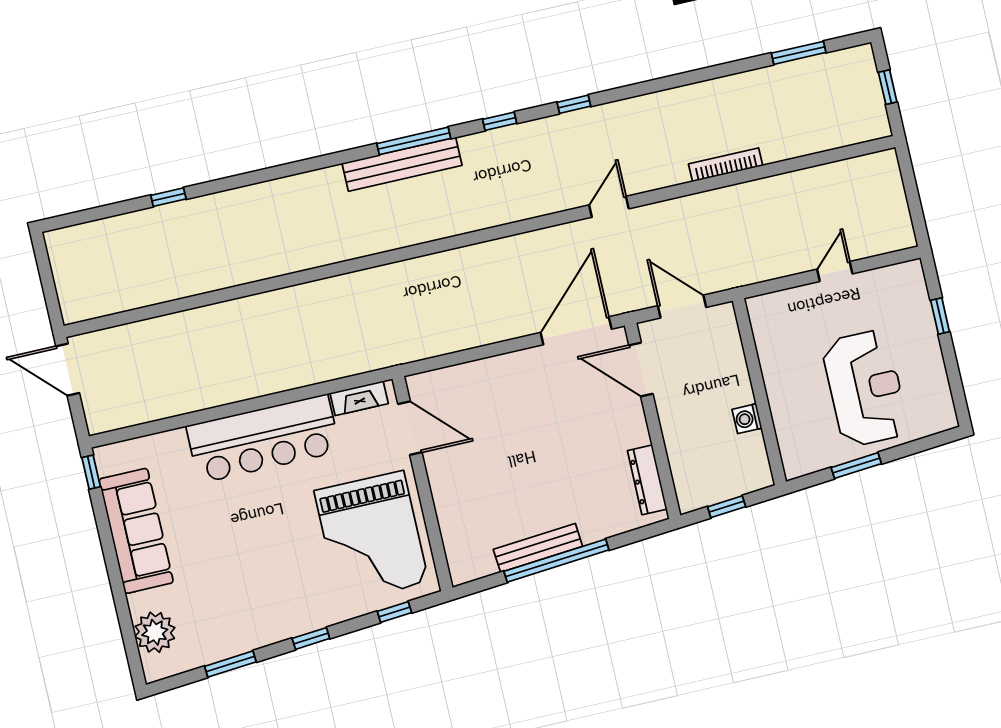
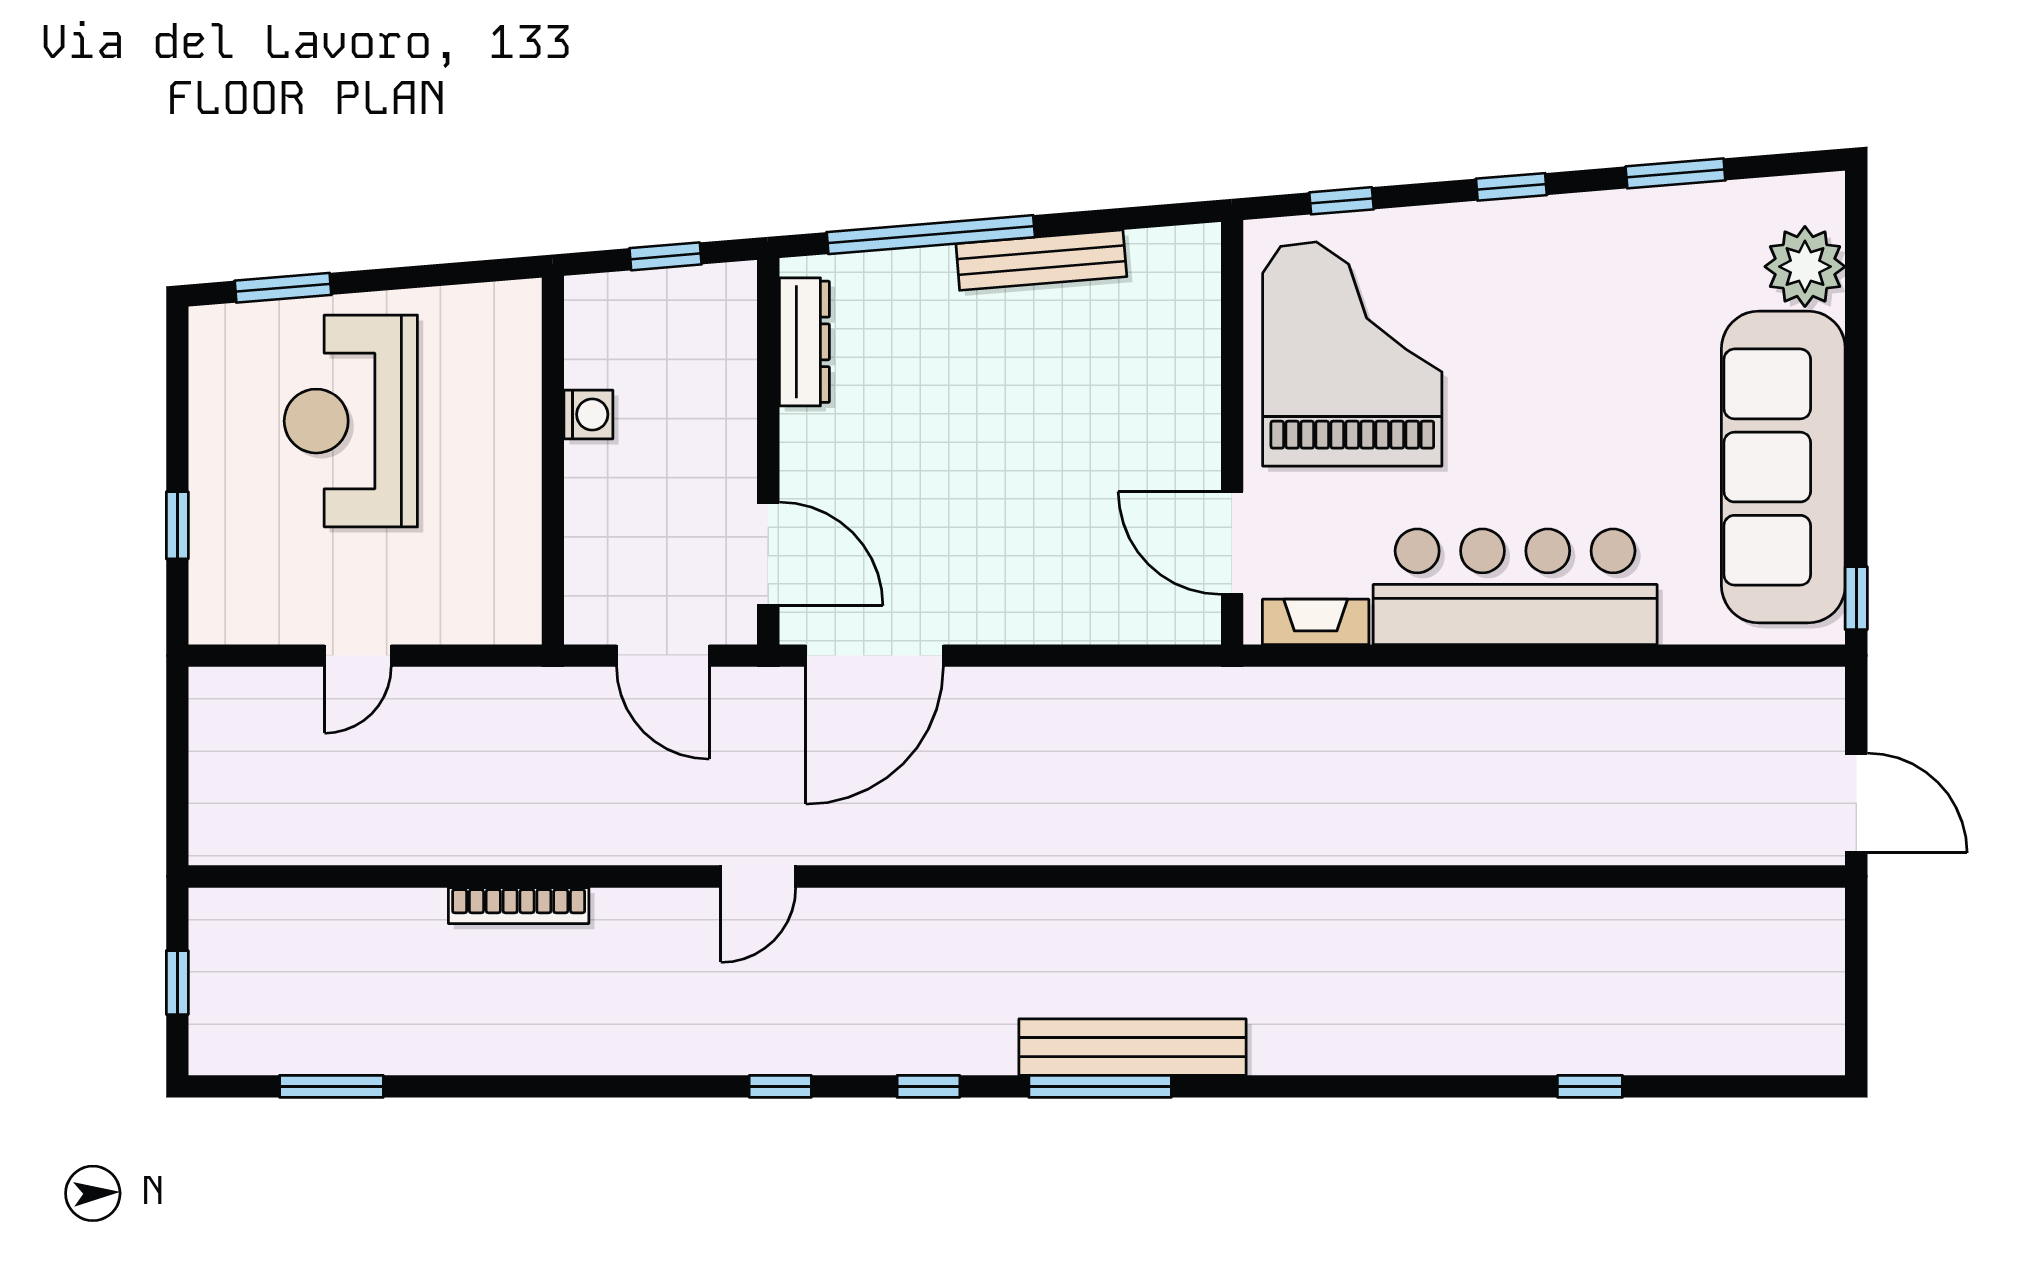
window: (856, 466) -> (283, 288), moved
sofa: (136, 531) -> (1783, 467), width x1.36, depth x1.27
window: (556, 561) -> (931, 235), moved

